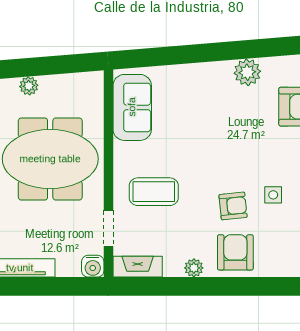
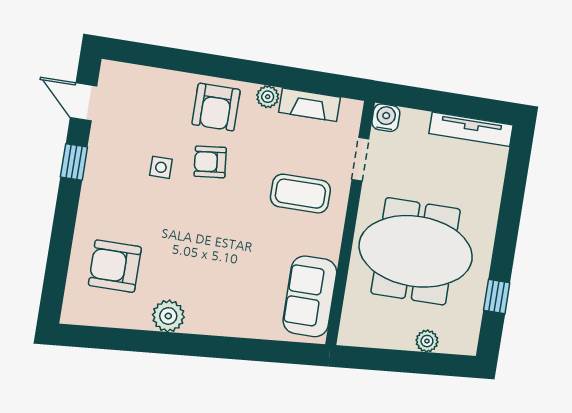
fireplace: (138, 267) -> (309, 105), moved

